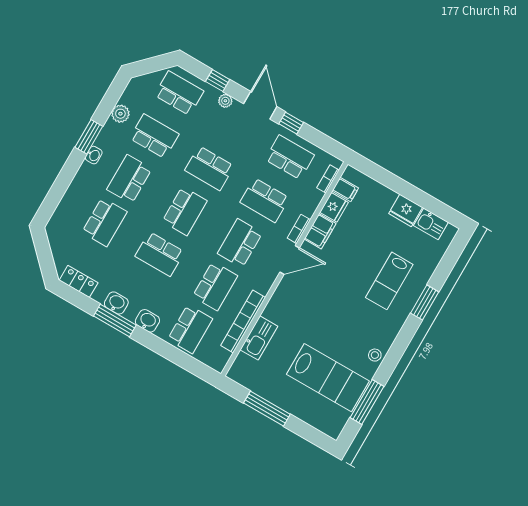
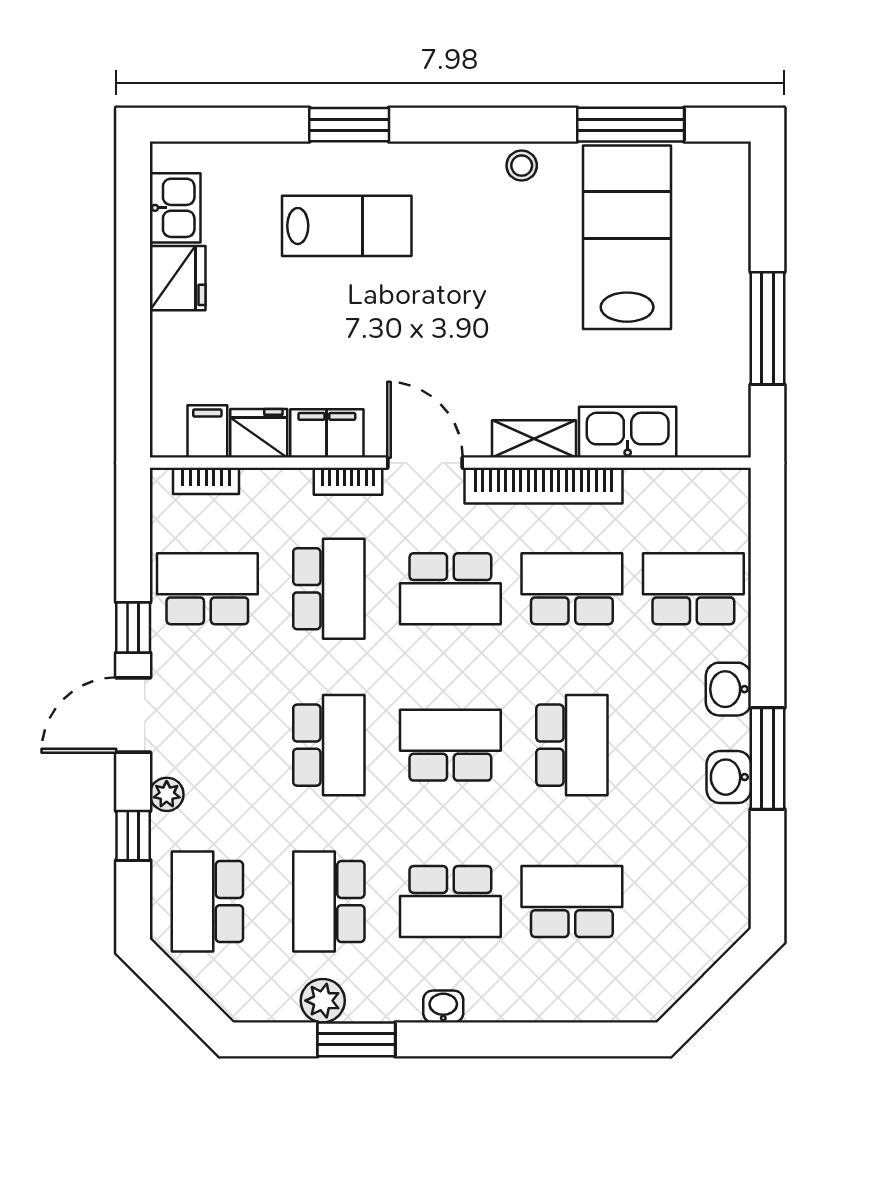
window: (89, 137) -> (356, 1039), moved
school desk: (290, 157) -> (207, 589), turned 90
locker: (79, 281) -> (729, 883), removed
shelving: (276, 303) -> (534, 439), added
bookcase: (243, 322) -> (544, 486), moved

